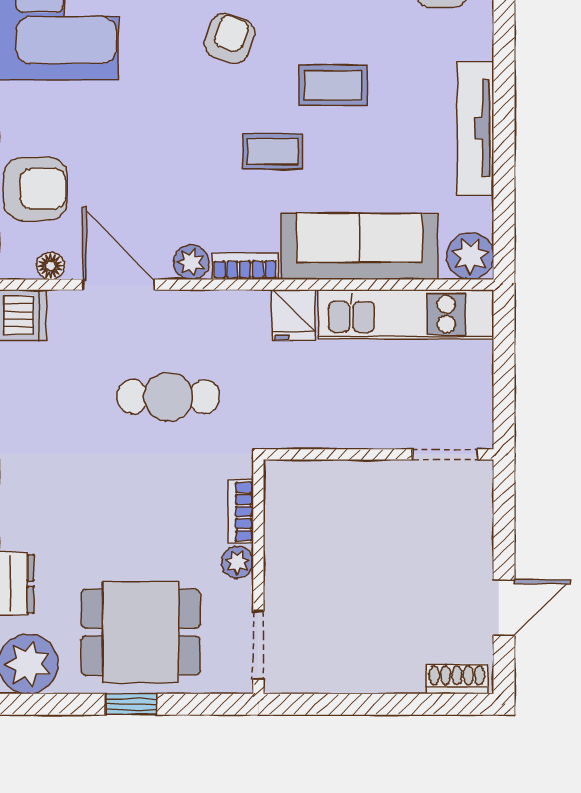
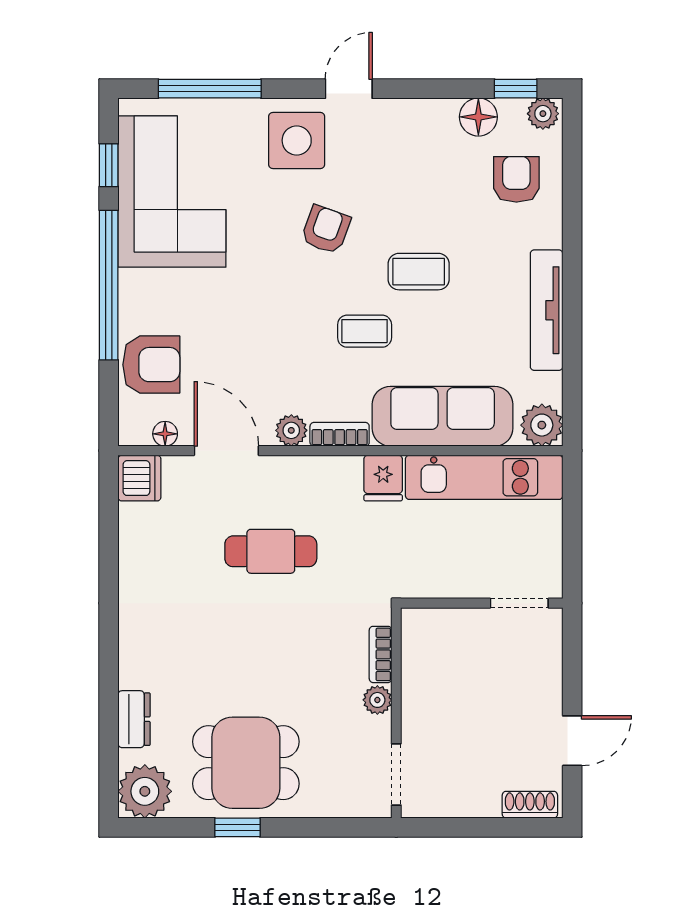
bookcase: (241, 512) -> (381, 654), moved
plant: (237, 562) -> (377, 700), moved
wall: (258, 577) -> (396, 713), moved
doorway: (258, 645) -> (396, 774), moved

